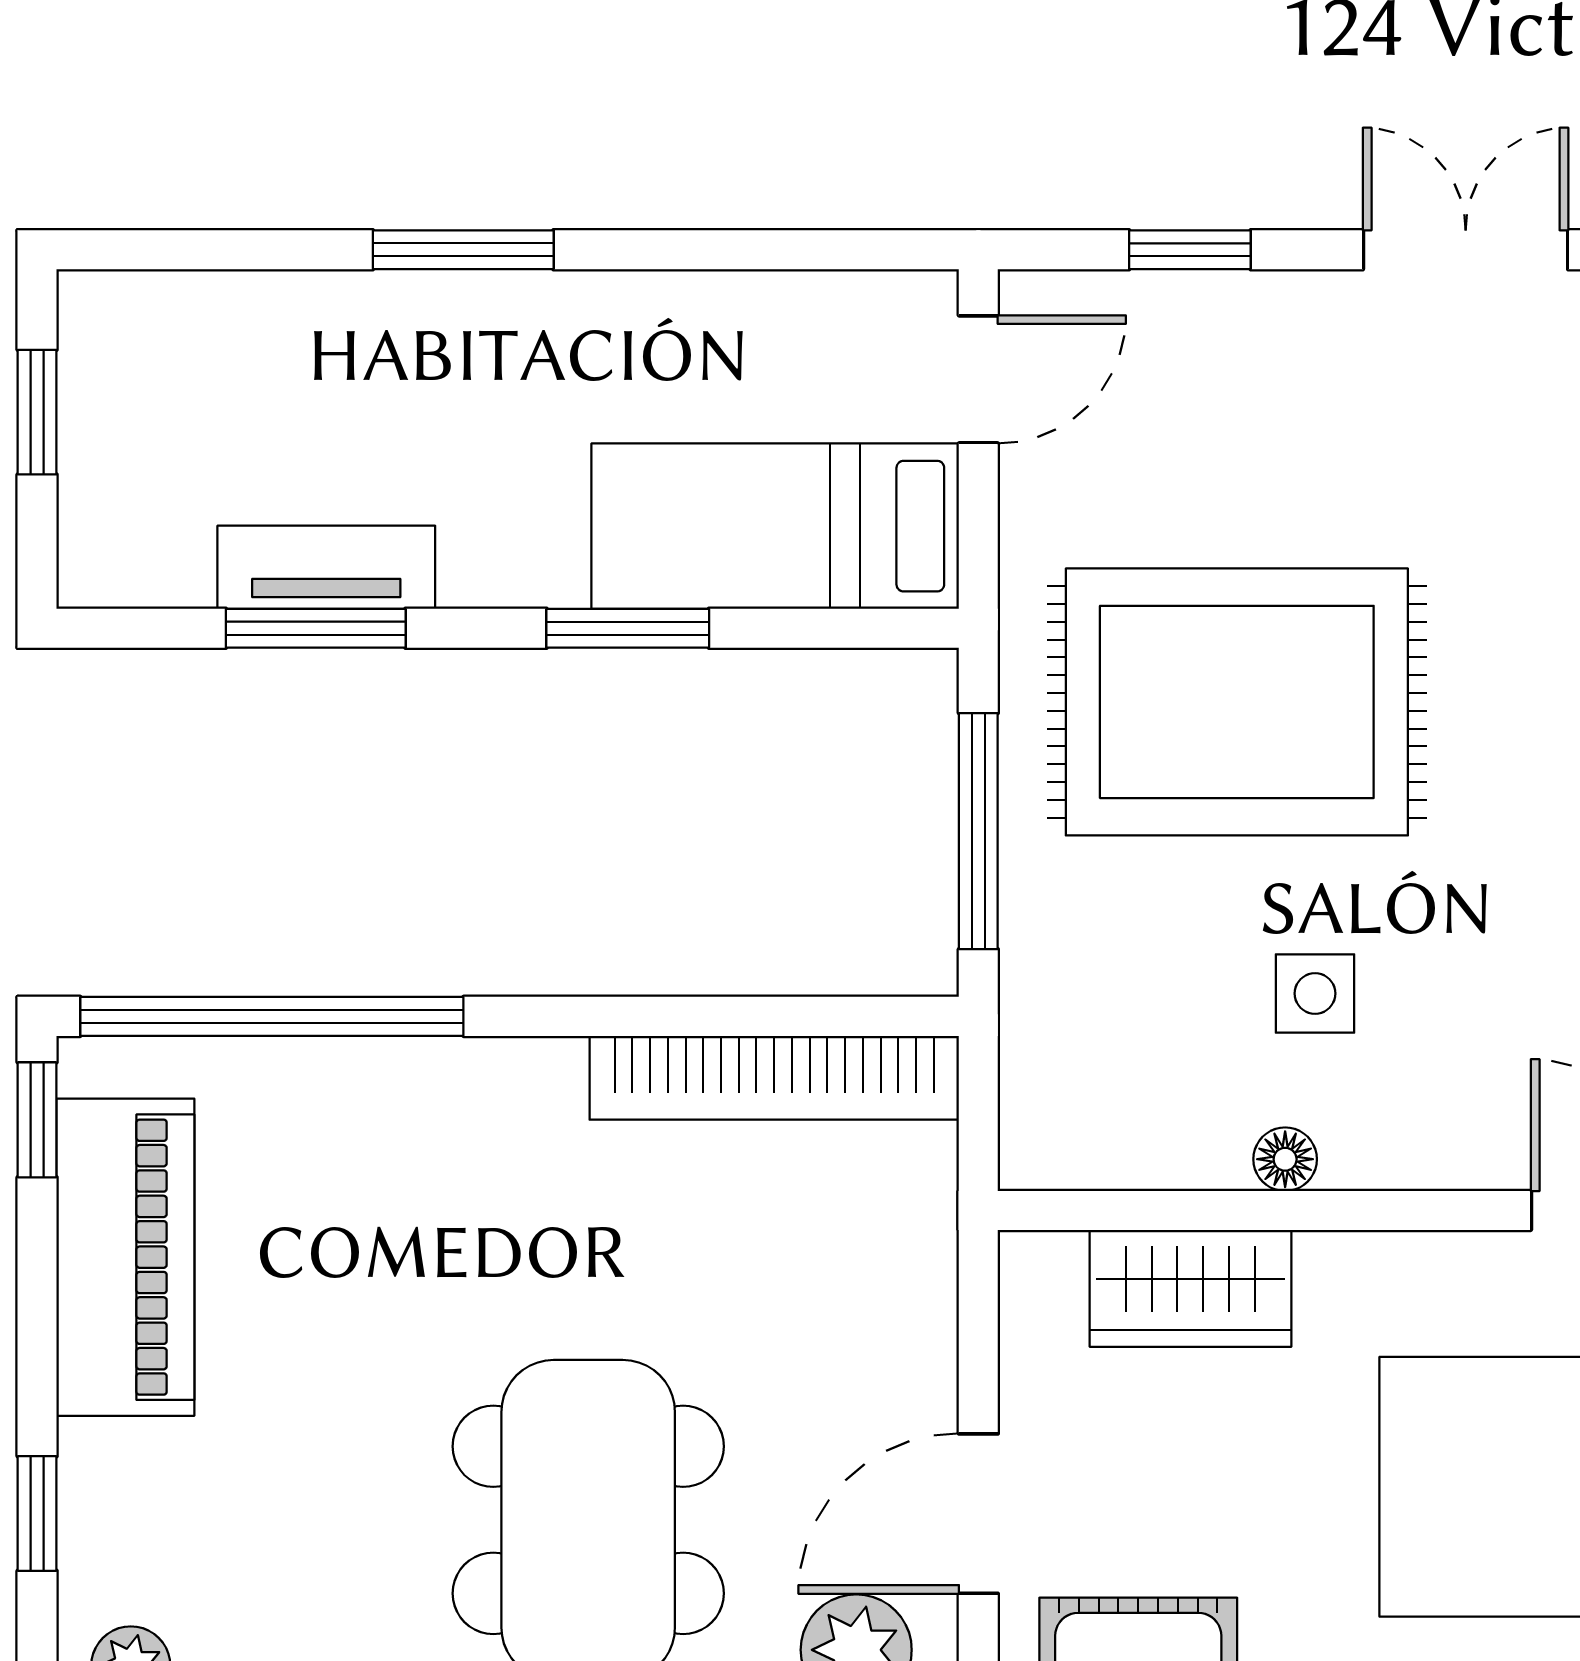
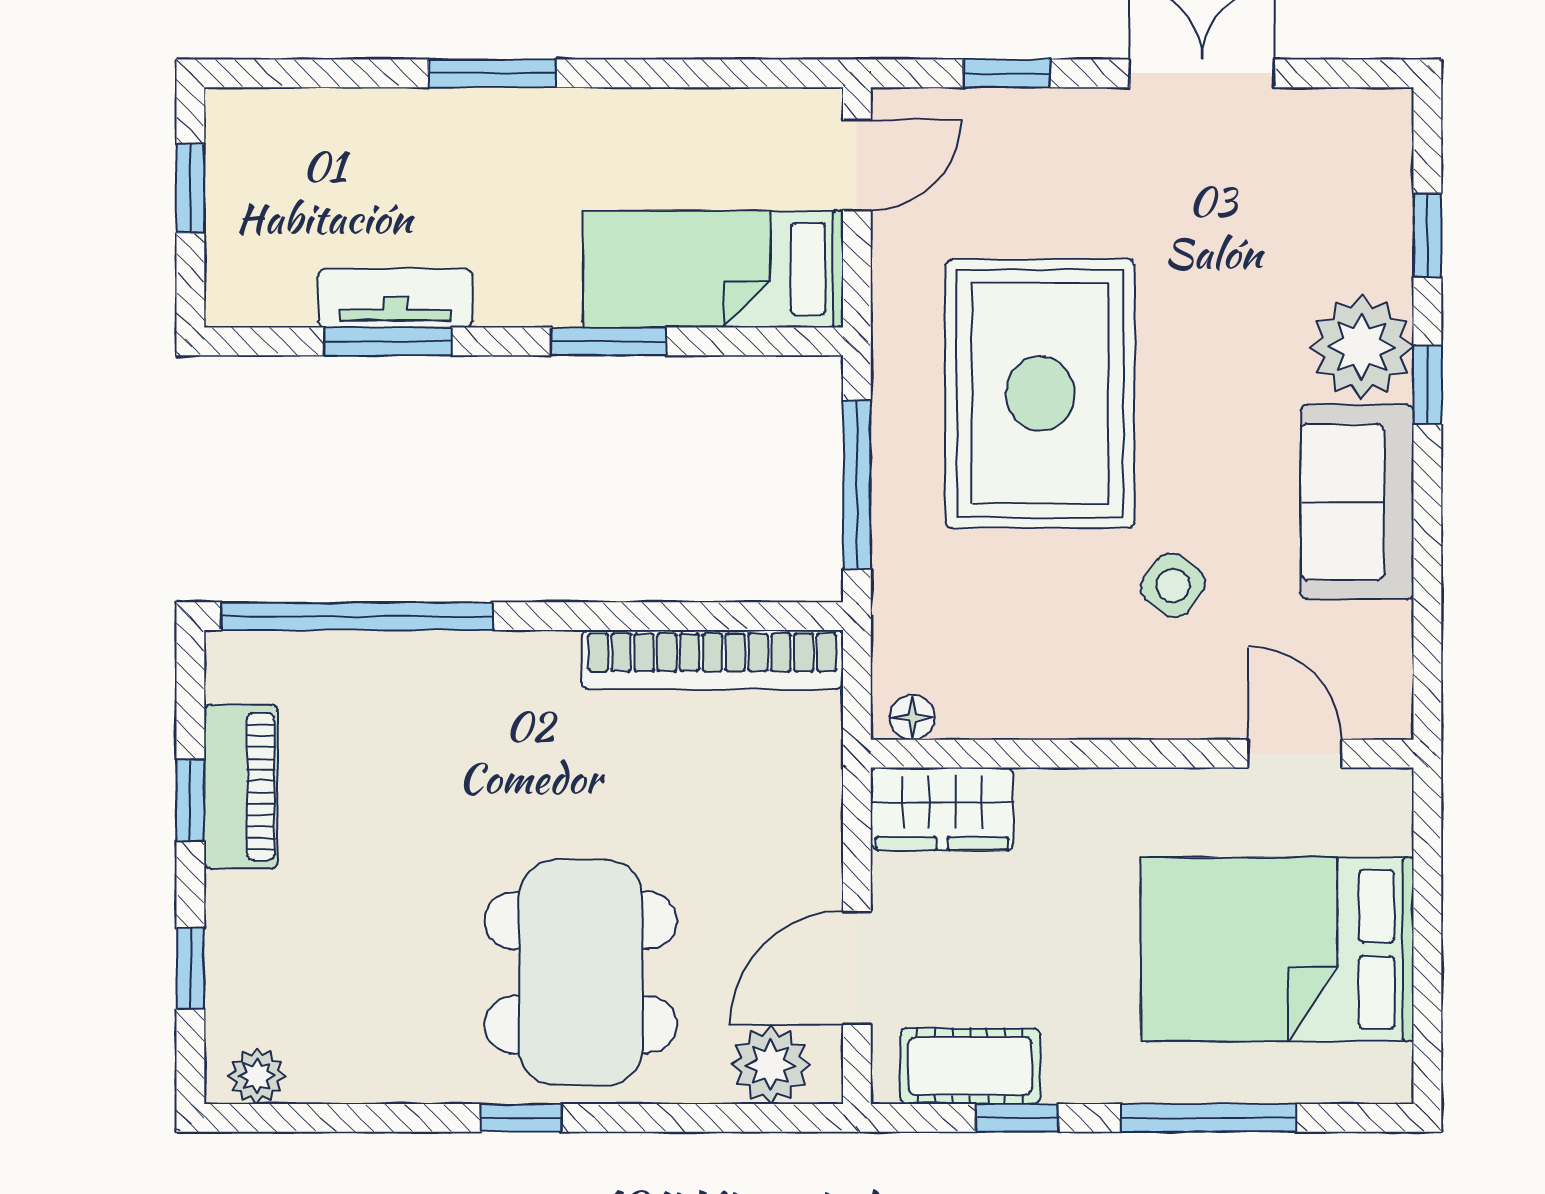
rug: (1237, 702) -> (1040, 393), turned 90
side table: (1315, 993) -> (1173, 585), moved, turned 36
window: (37, 1120) -> (190, 800), moved
floor lamp: (1285, 1159) -> (912, 717), moved
piano: (125, 1257) -> (241, 787), width x0.73, depth x0.75
wardrobe: (1190, 1288) -> (942, 809), moved

